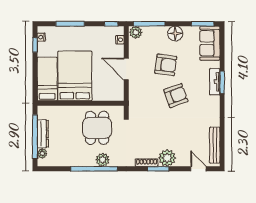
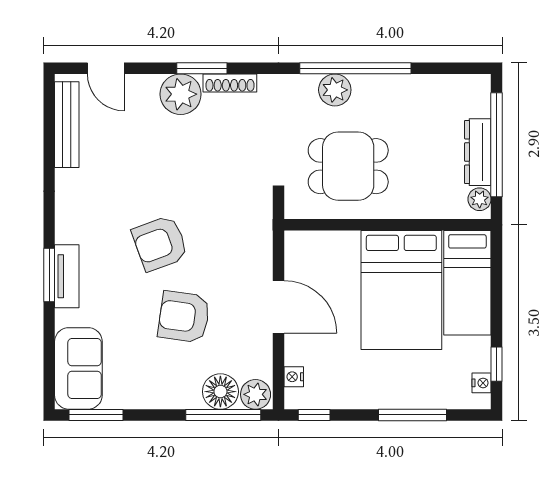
floor lamp: (175, 34) -> (220, 392), moved
dining table: (97, 128) -> (348, 166), turned 90
plant: (42, 153) -> (480, 199), moved

